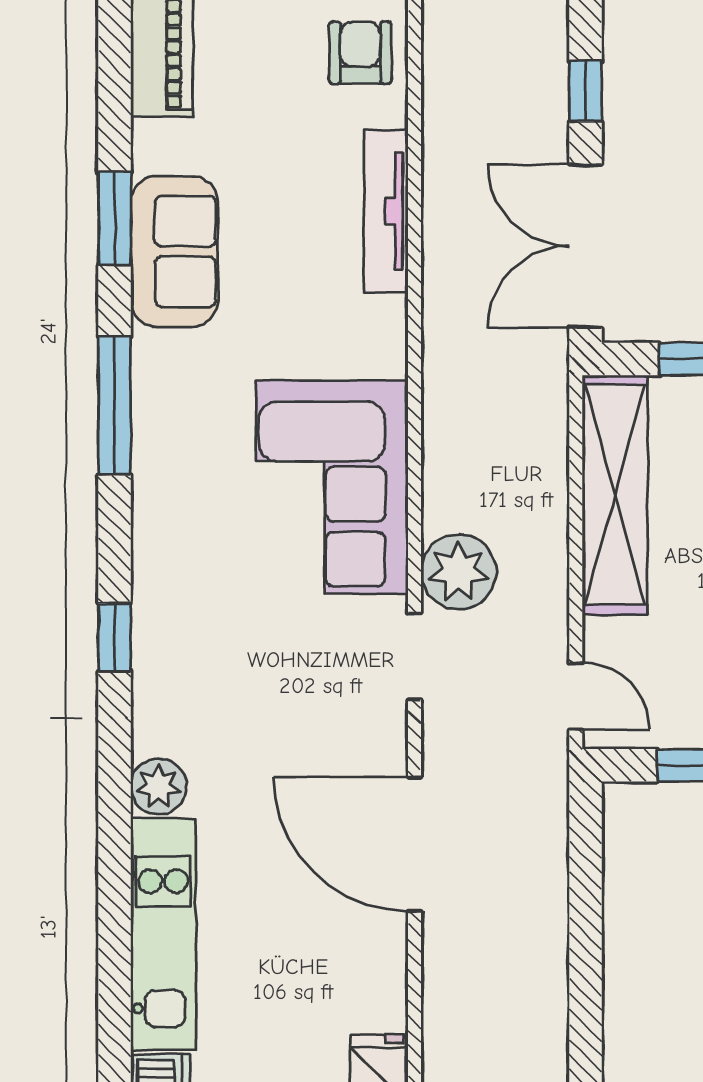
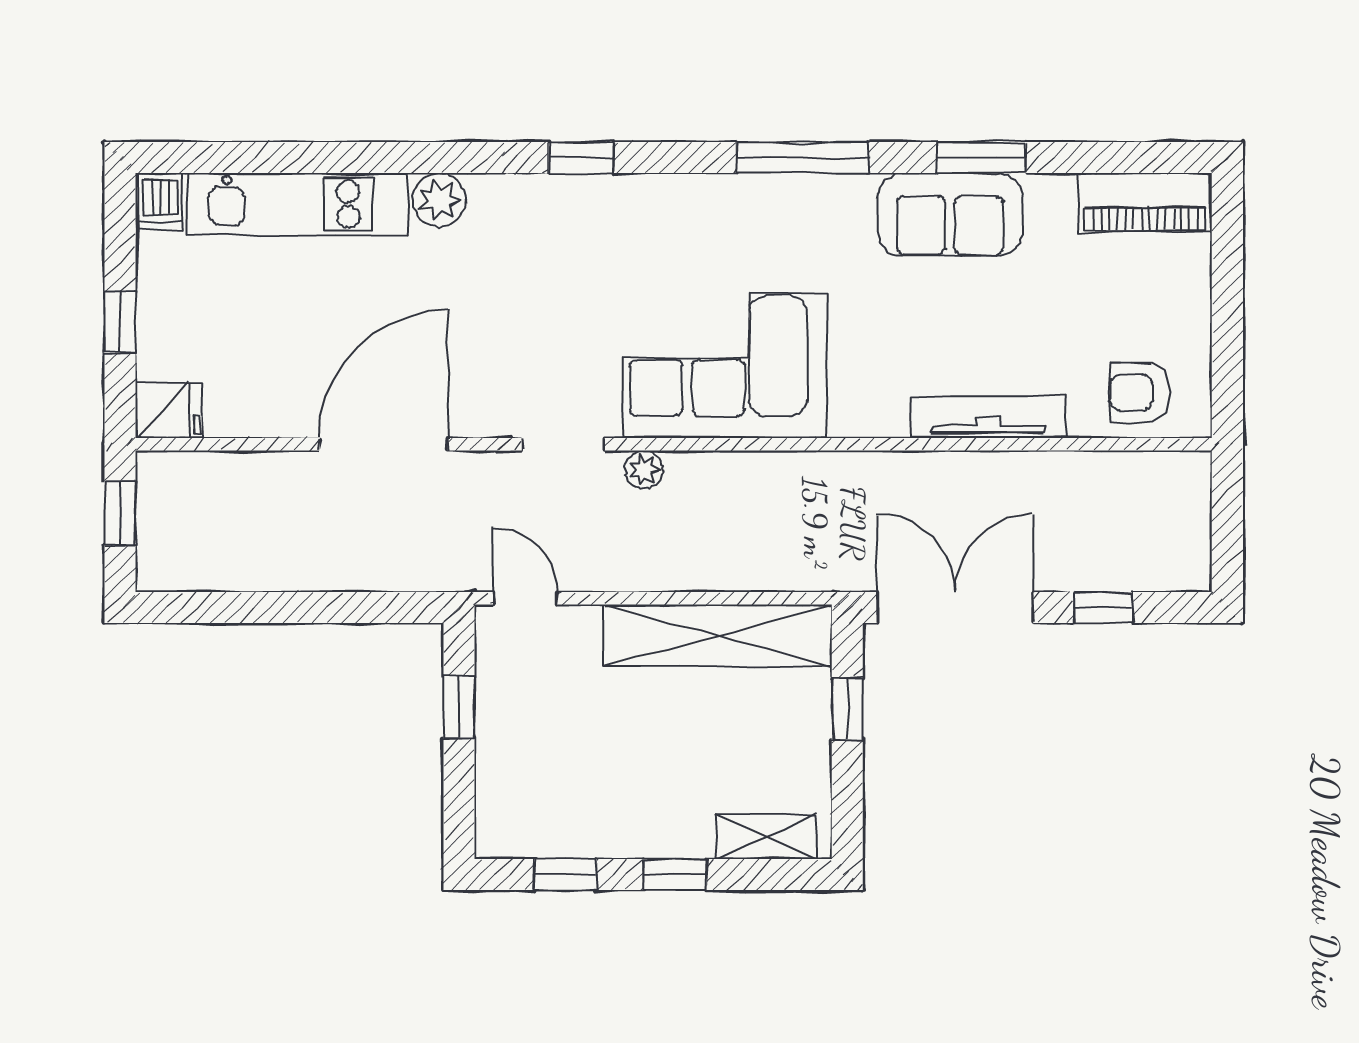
armchair: (360, 53) -> (1140, 392), turned 180
plant: (458, 572) -> (644, 469), width x0.53, depth x0.53
door: (576, 696) -> (525, 598), swing flipped

